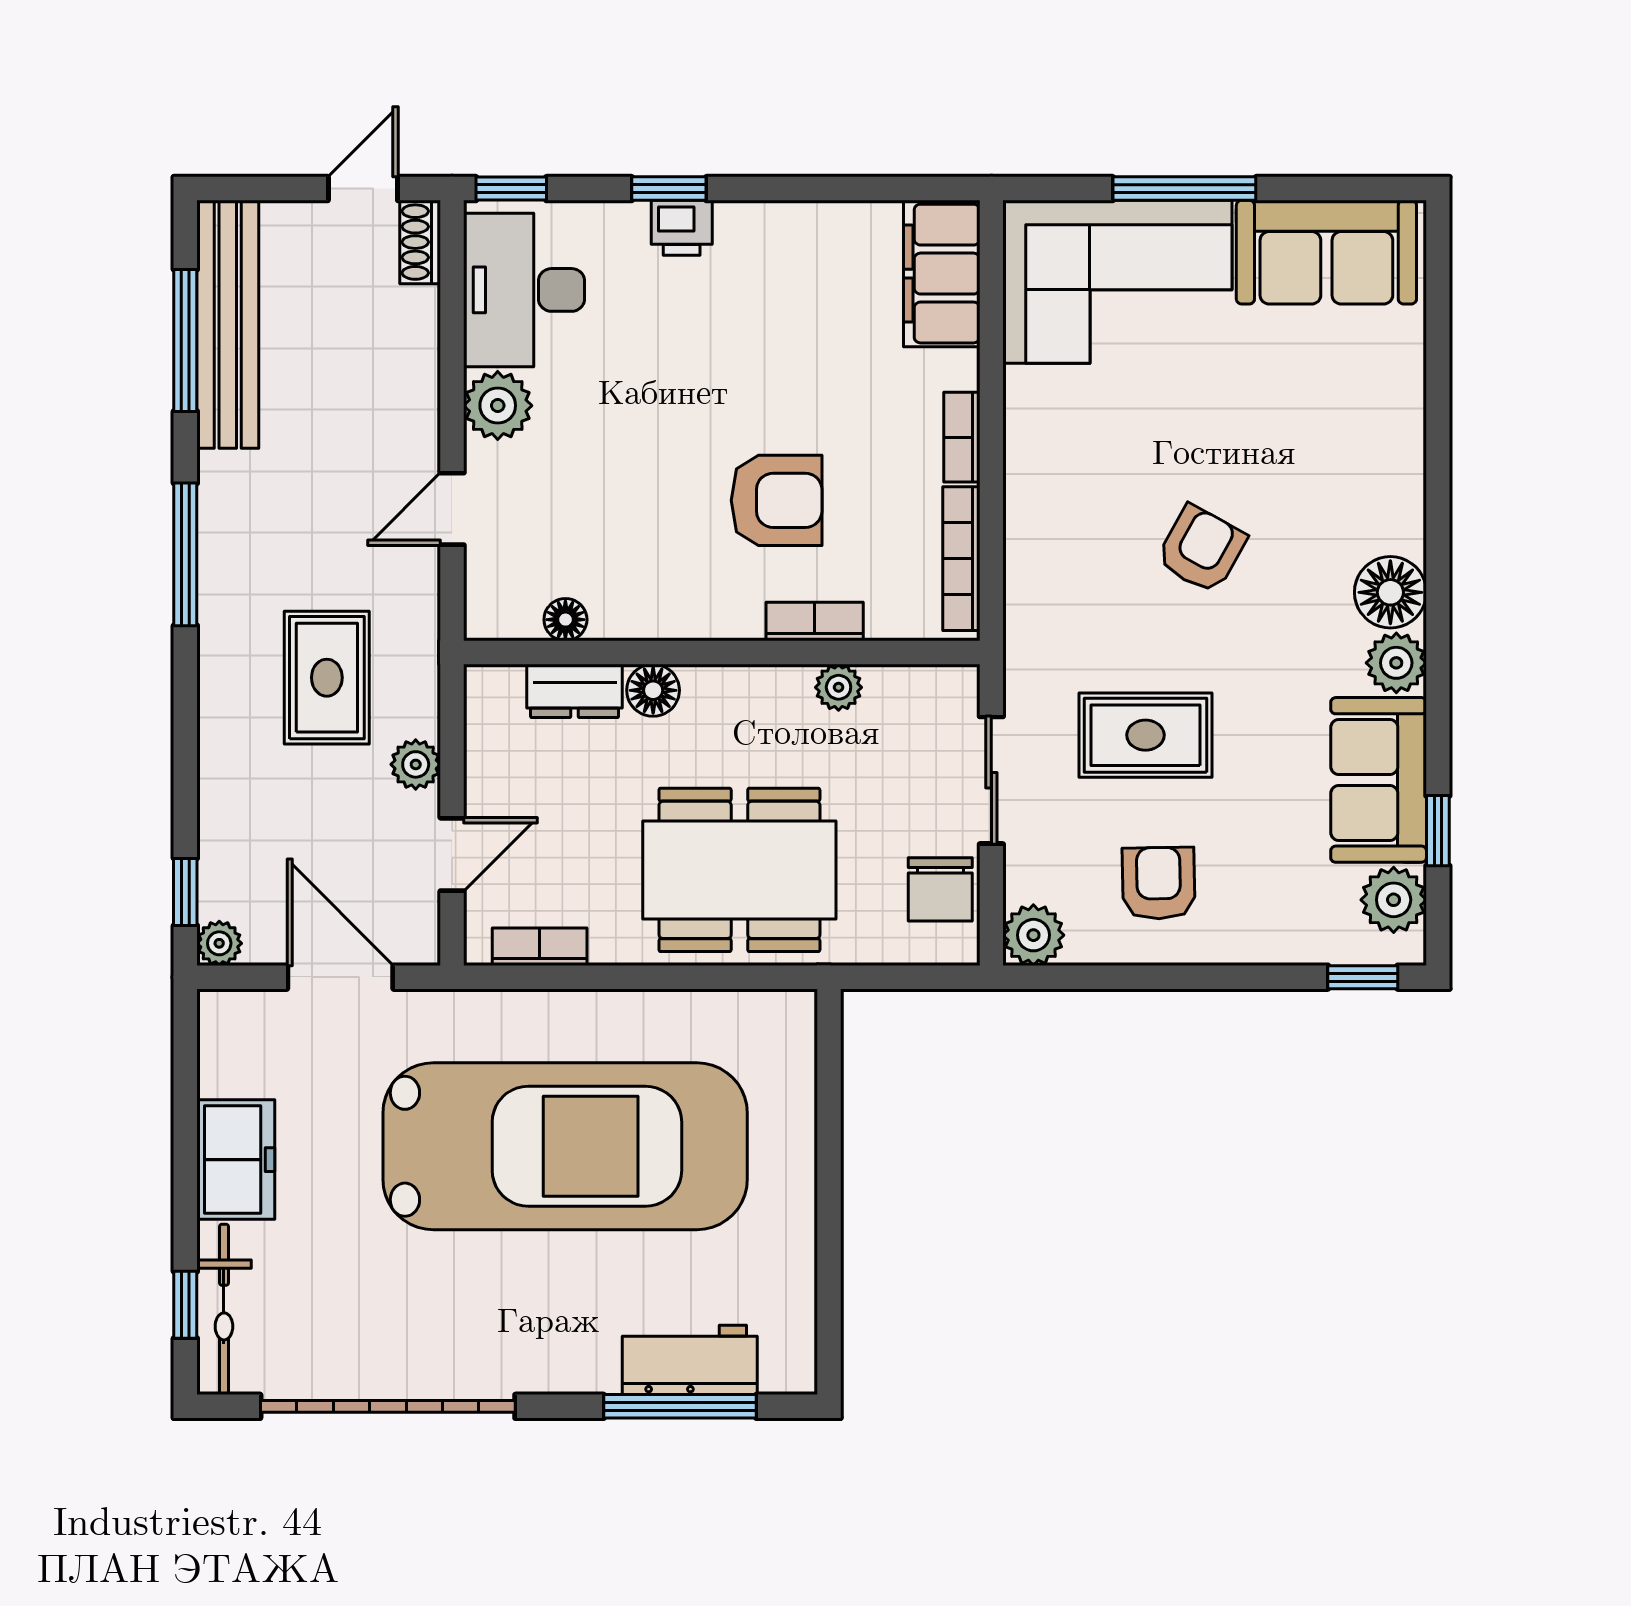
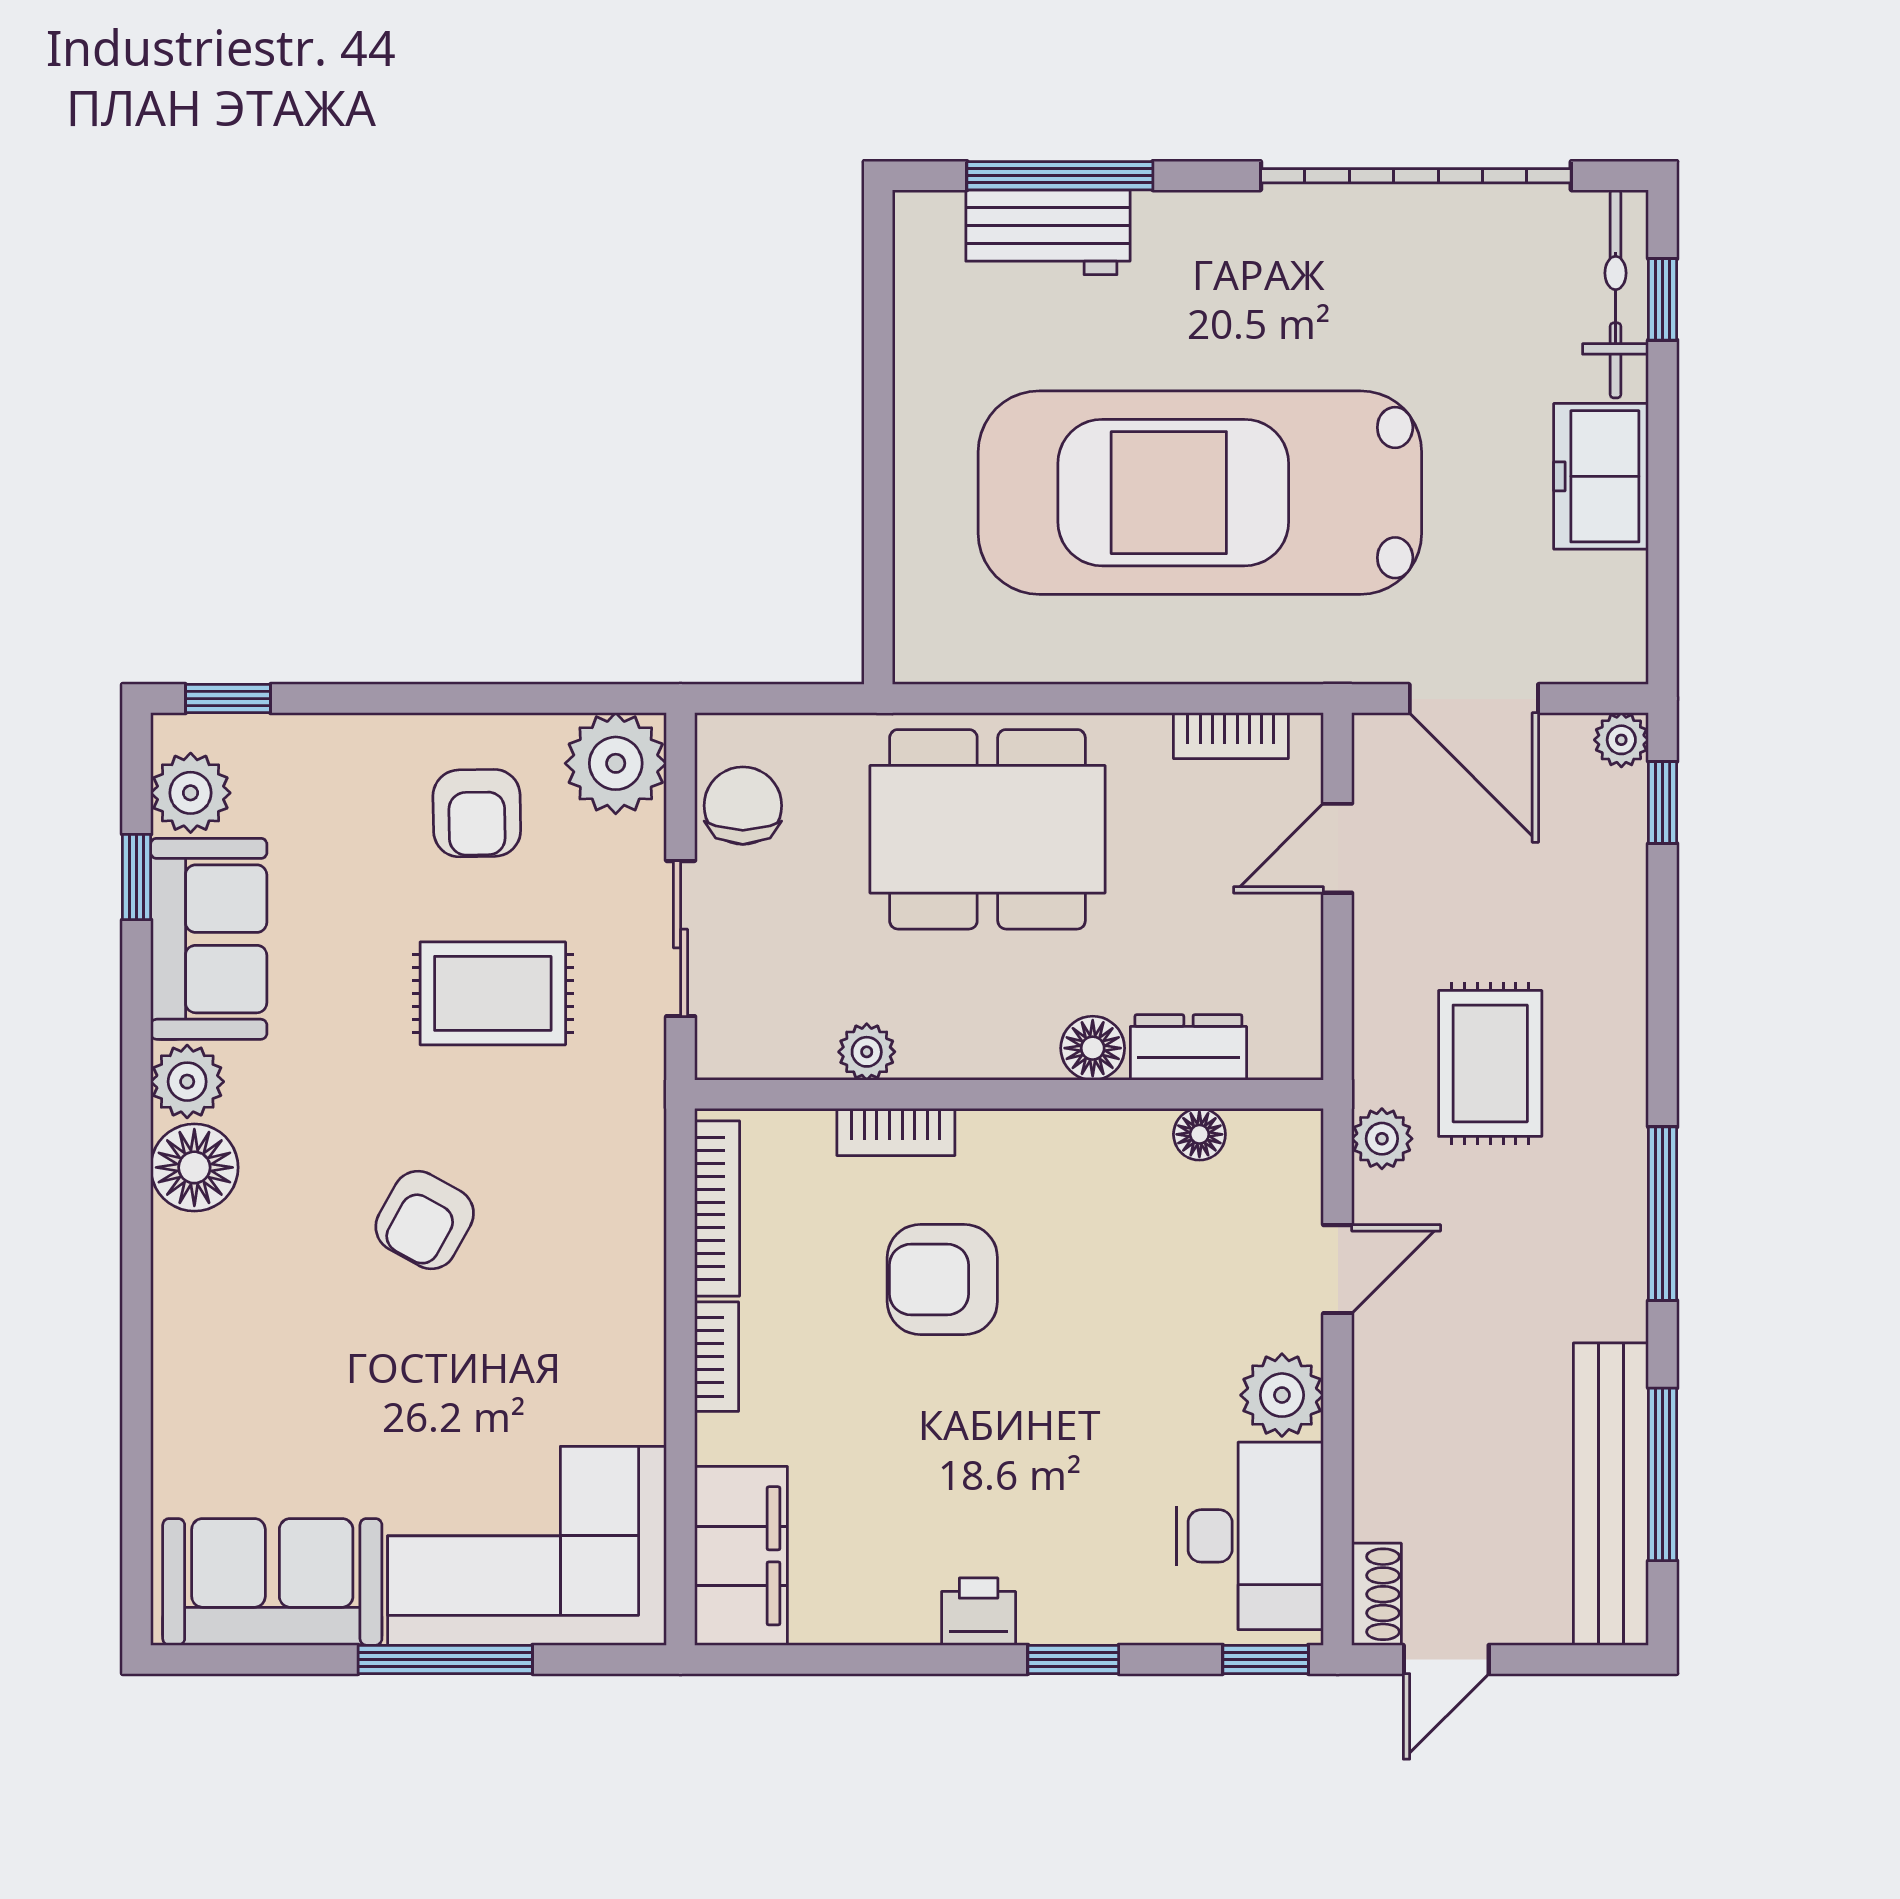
printer: (682, 228) -> (979, 1612), moved
plant: (416, 764) -> (1382, 1139), moved
plant: (1033, 935) -> (616, 763), width x1.36, depth x1.36

